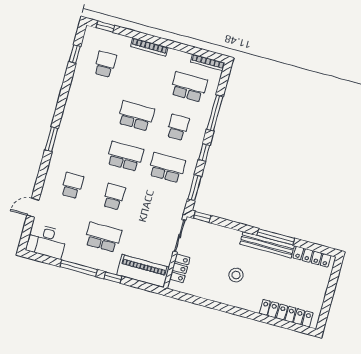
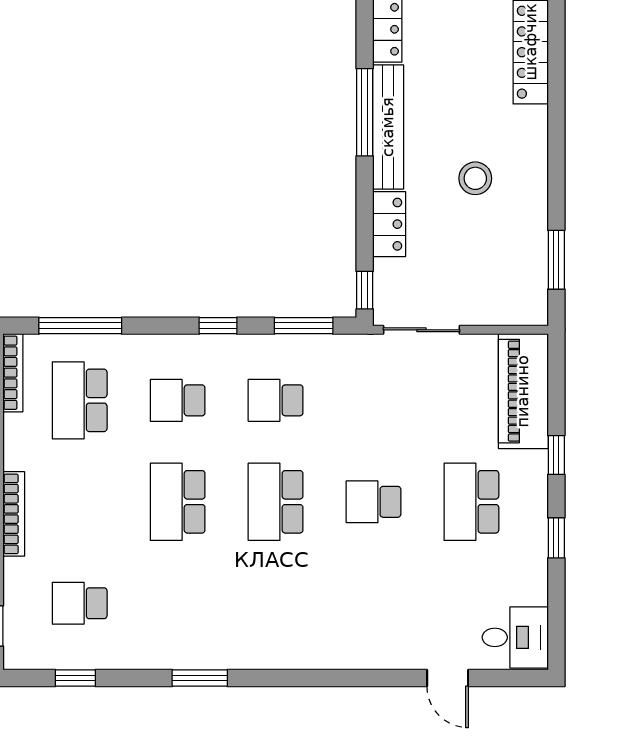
window: (215, 113) -> (80, 326), moved
window: (52, 139) -> (200, 678), moved
school desk: (167, 168) -> (276, 400), width x0.54
school desk: (72, 185) -> (374, 603), removed
desk: (47, 241) -> (515, 637), width x0.73
window: (79, 268) -> (556, 538), width x0.46
locker: (180, 268) -> (389, 224), moved, turned 90
window: (193, 299) -> (556, 260), added

